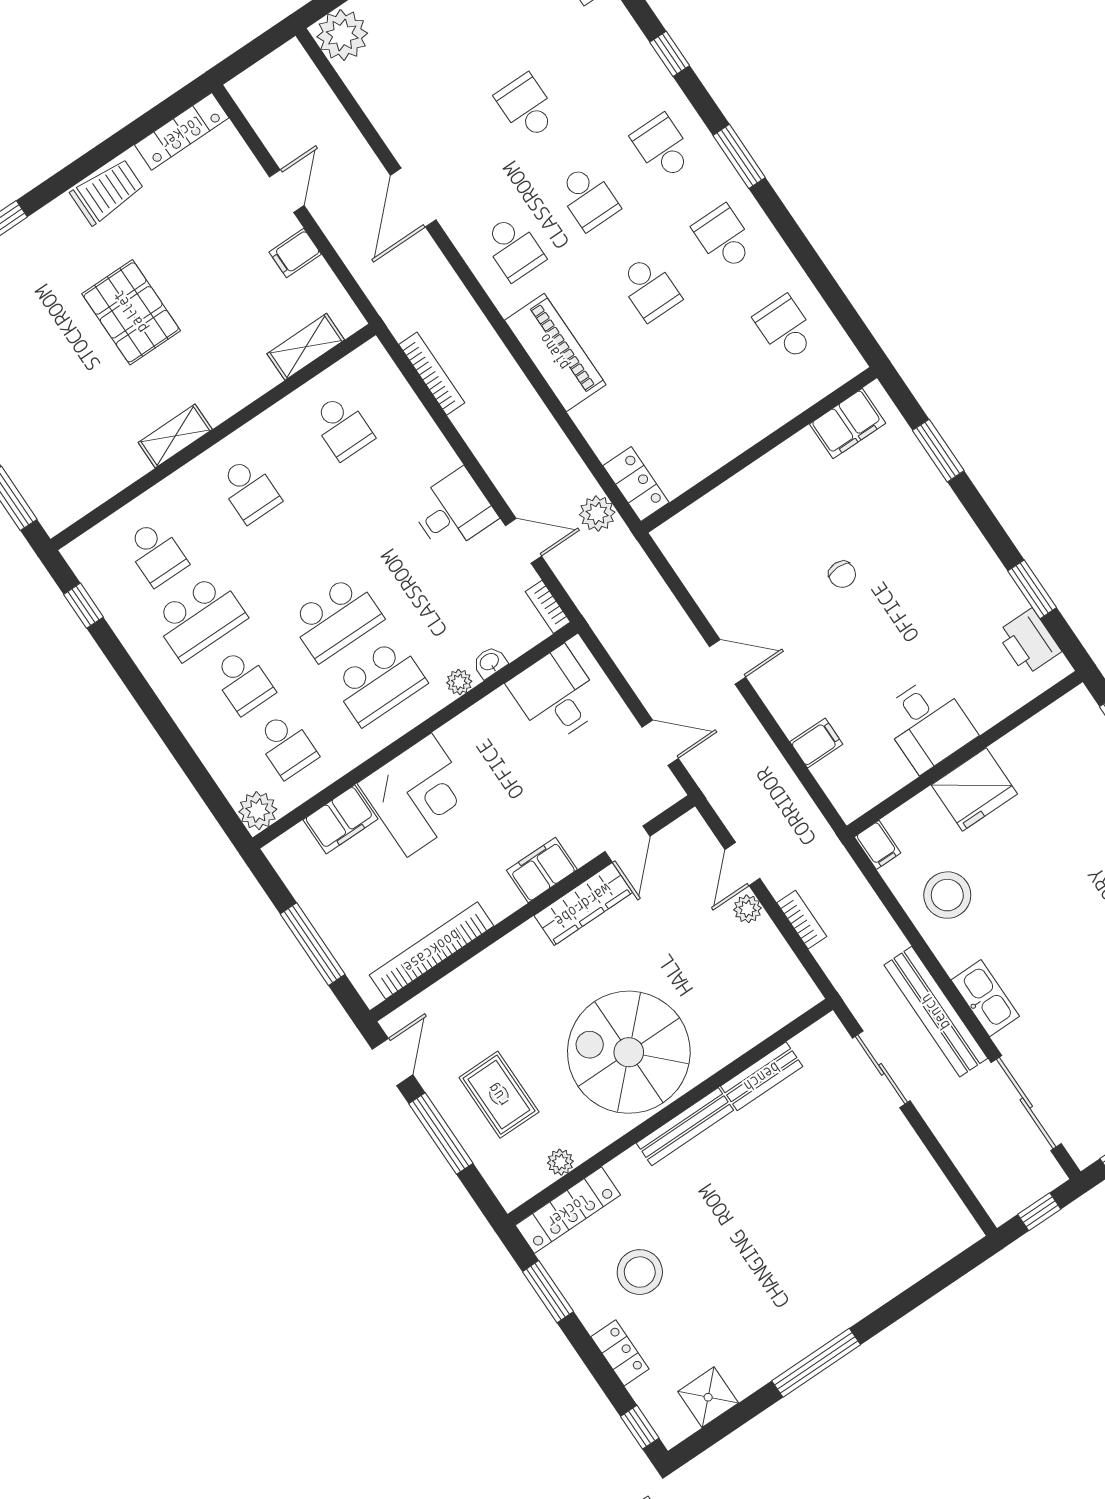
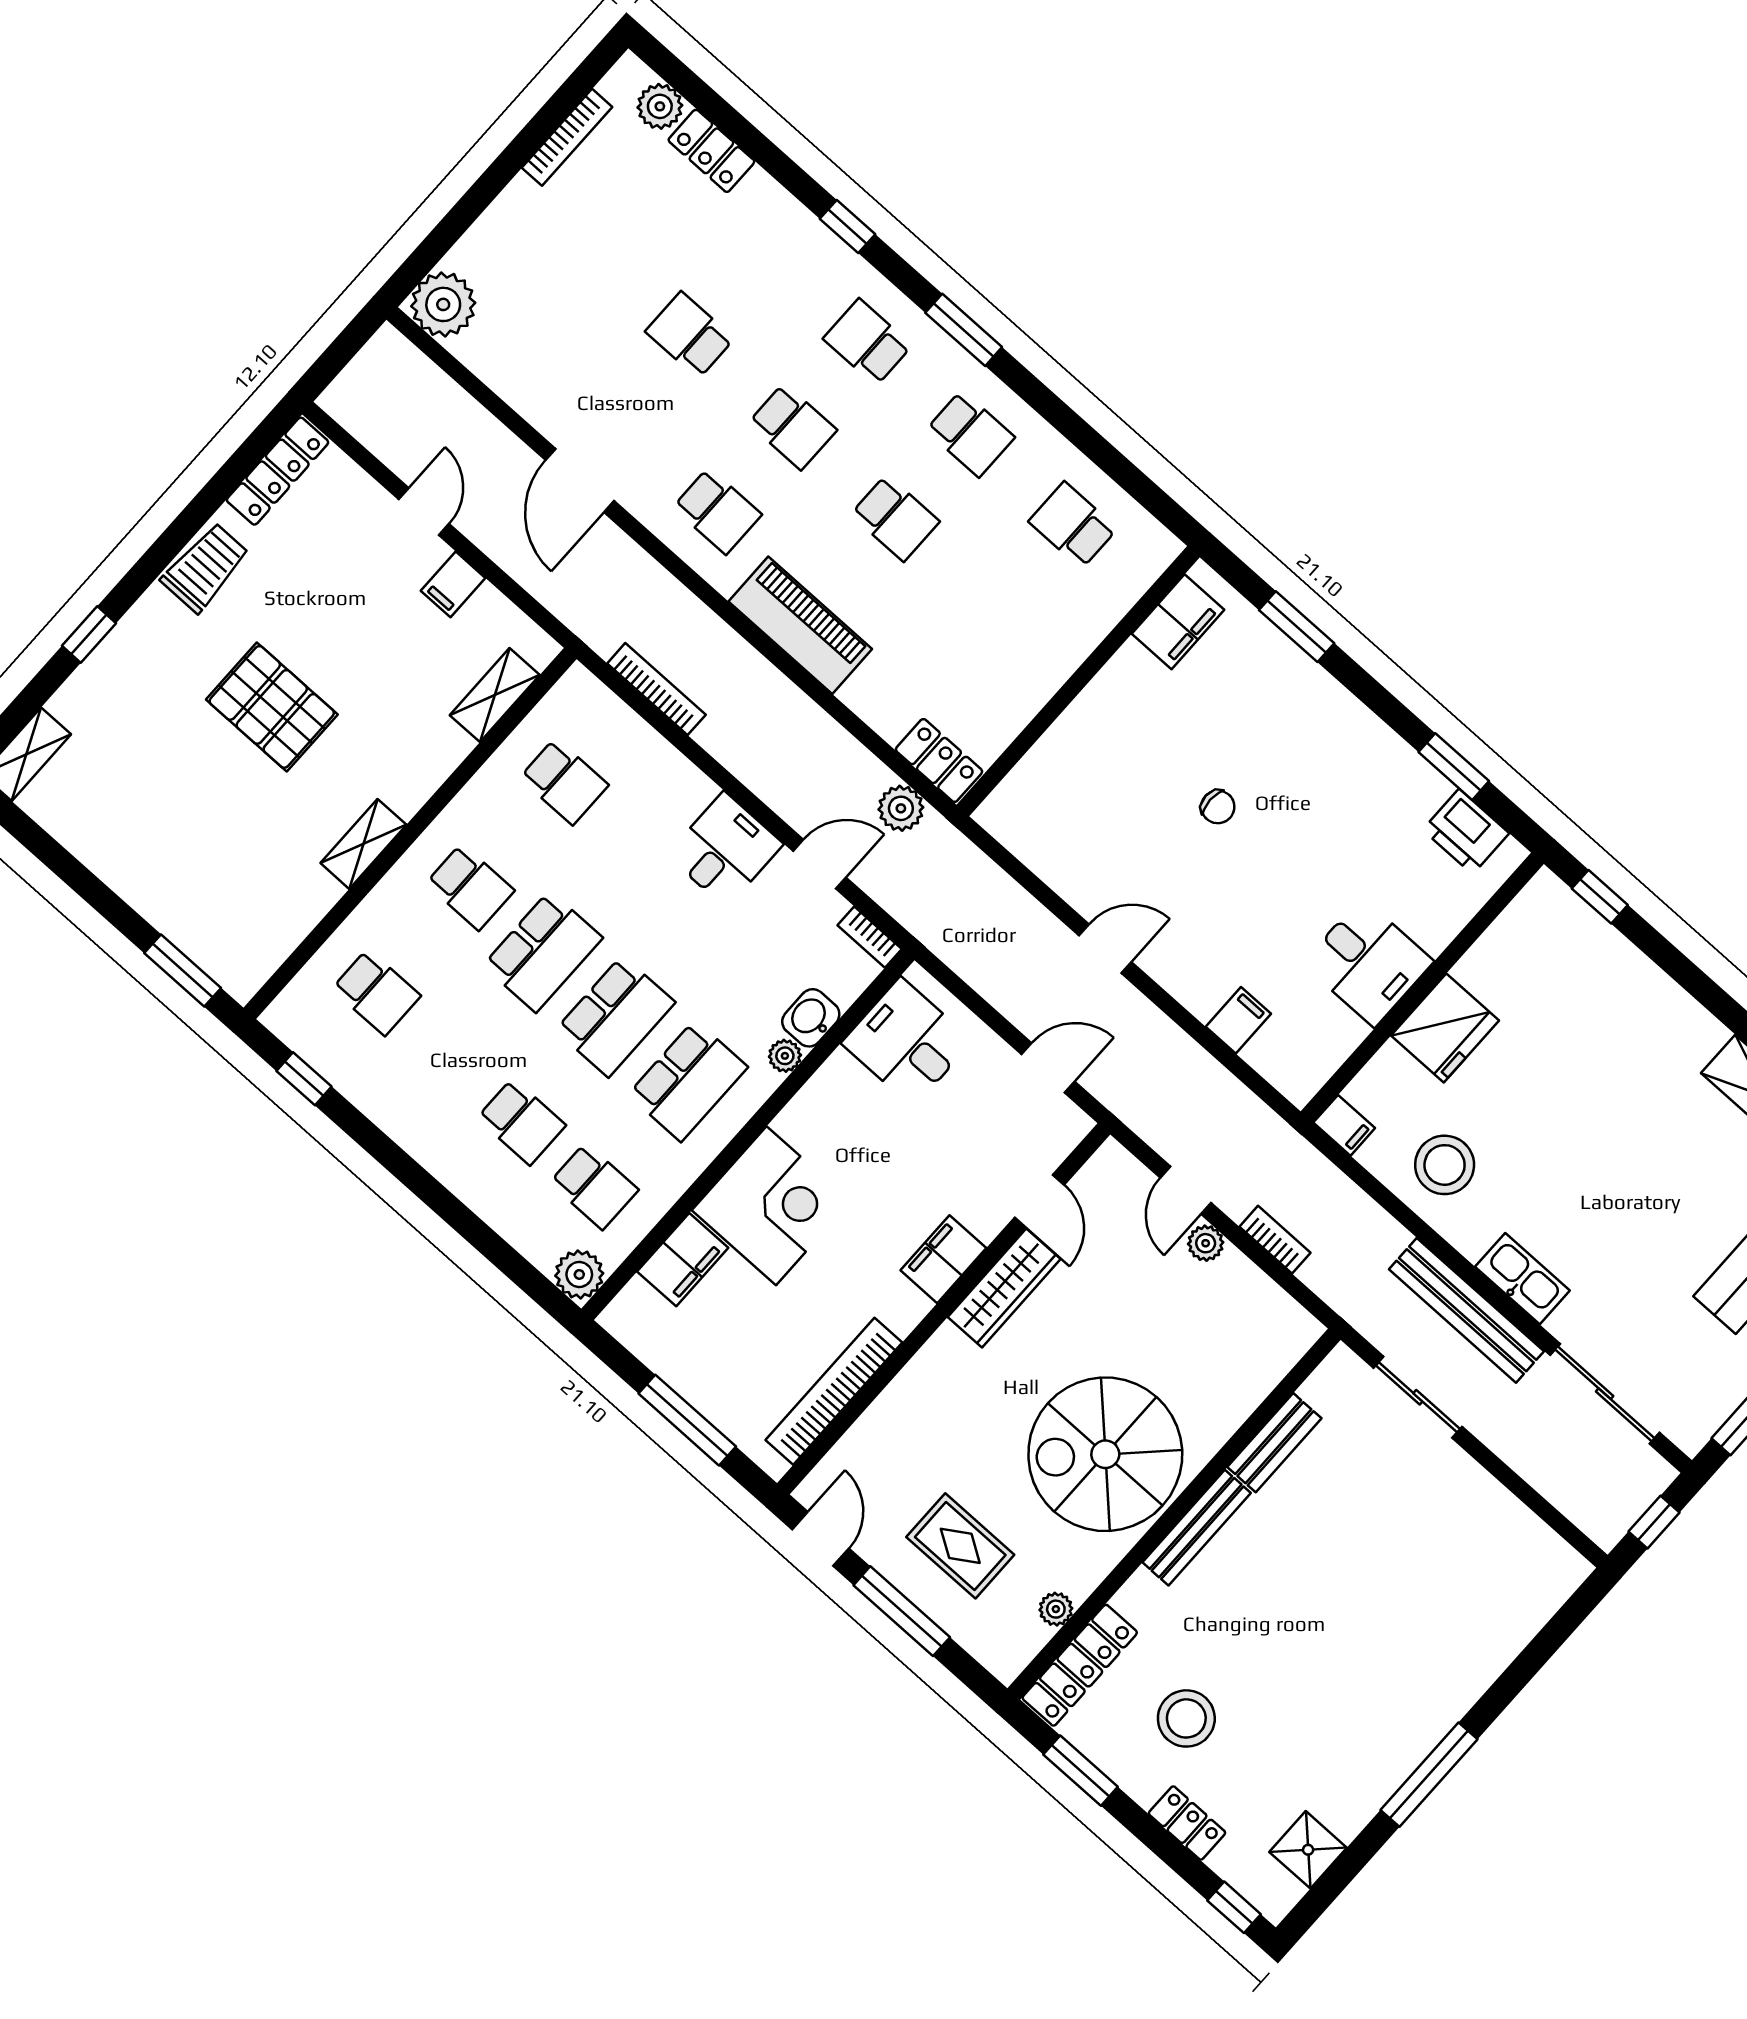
school desk: (724, 238) -> (970, 434), turned 180
school desk: (200, 617) -> (543, 952), moved
washbasin: (490, 662) -> (811, 1018), width x1.38, depth x1.45

